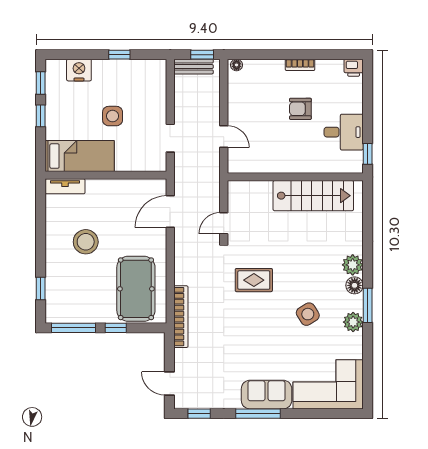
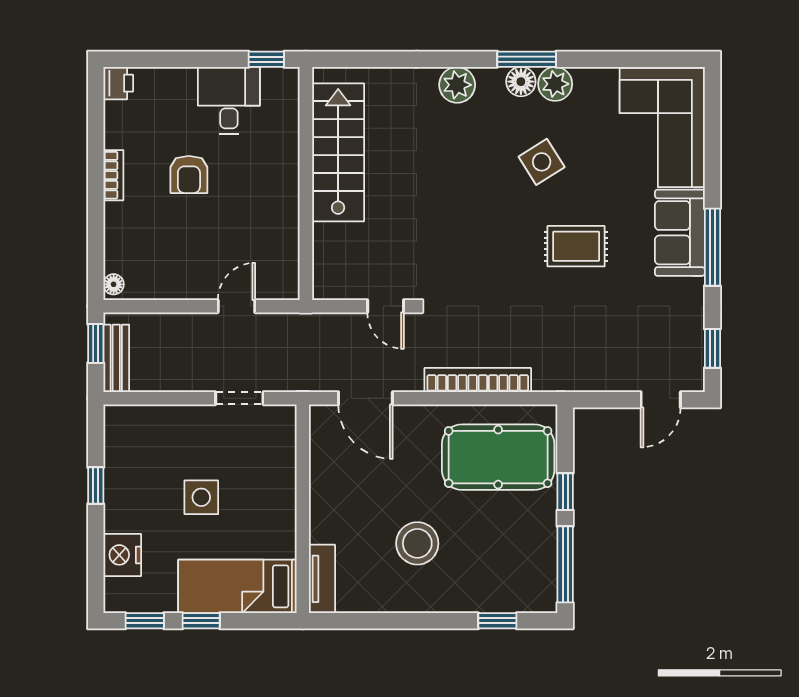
bed: (80, 156) -> (237, 586), moved, turned -90
rug: (254, 280) -> (576, 246), moved, turned 90
floor lamp: (355, 285) -> (521, 82), moved
bookcase: (181, 317) -> (478, 380), moved

